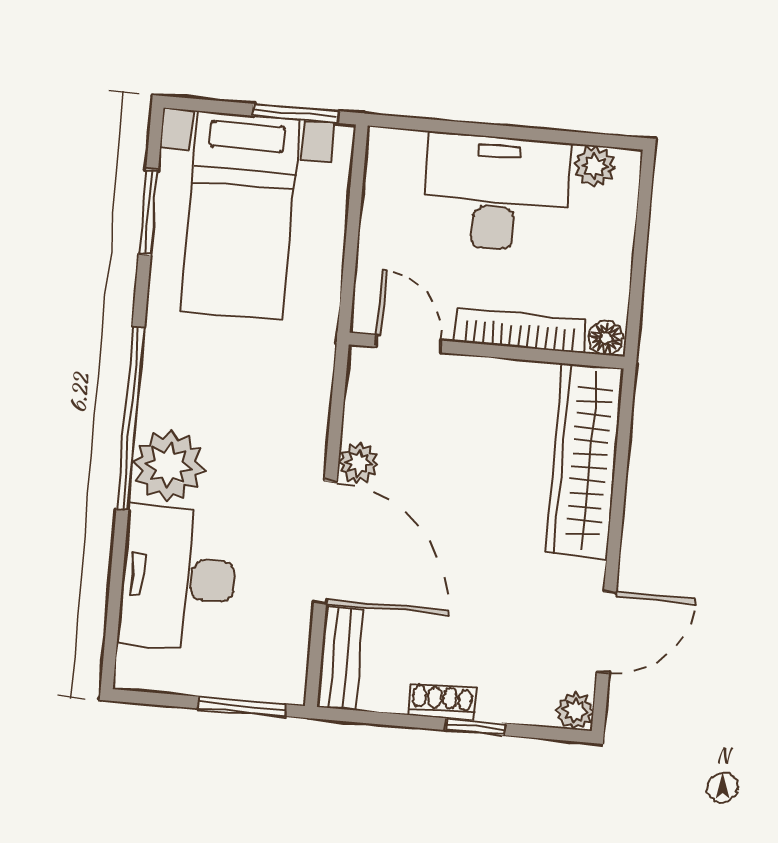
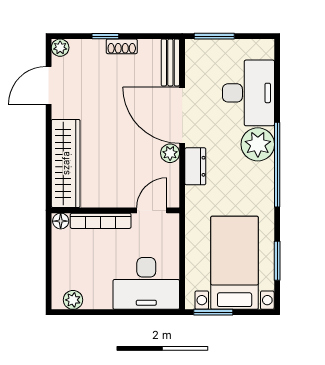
desk: (496, 193) -> (146, 283), moved
door: (408, 344) -> (152, 210), swing flipped
dresser: (307, 430) -> (195, 166), added

